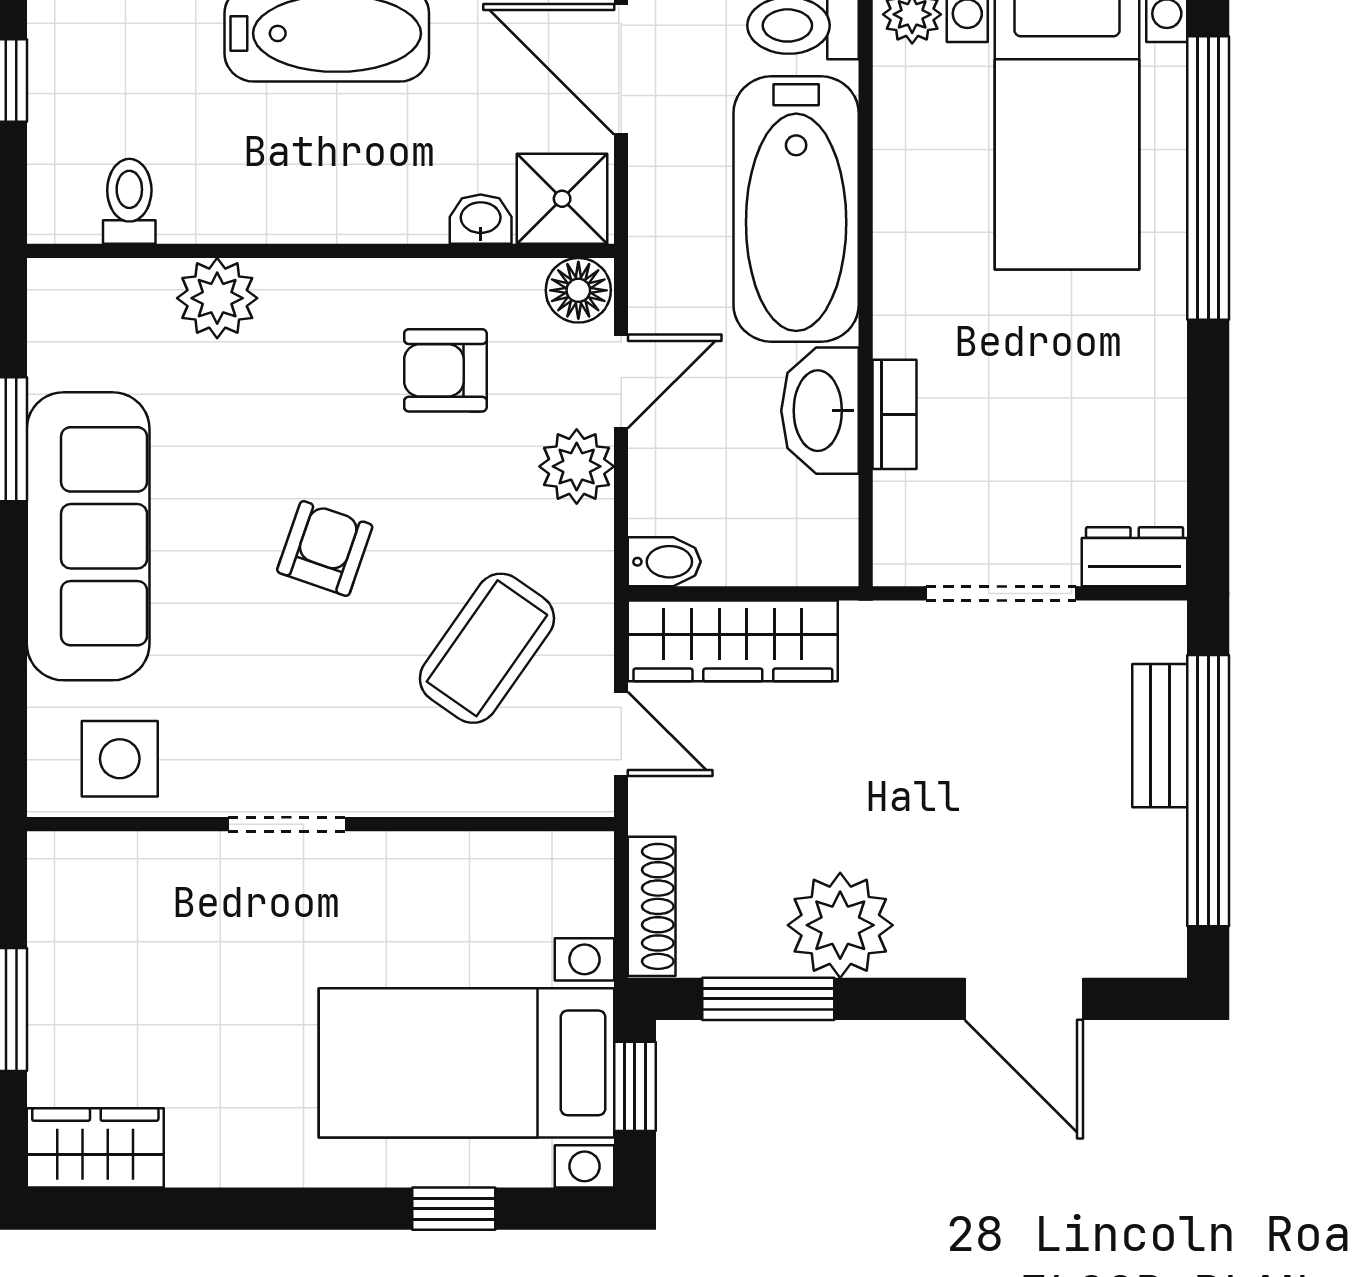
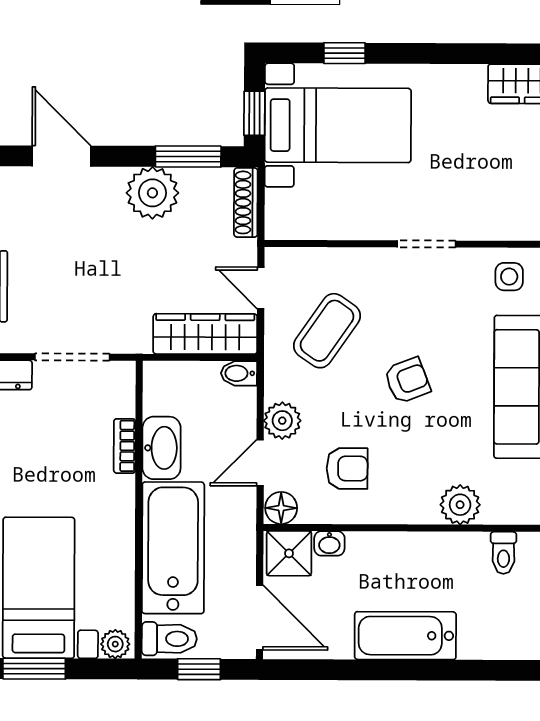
armchair: (325, 548) -> (407, 380), turned -130
side table: (120, 759) -> (509, 277), width x0.73, depth x0.73

